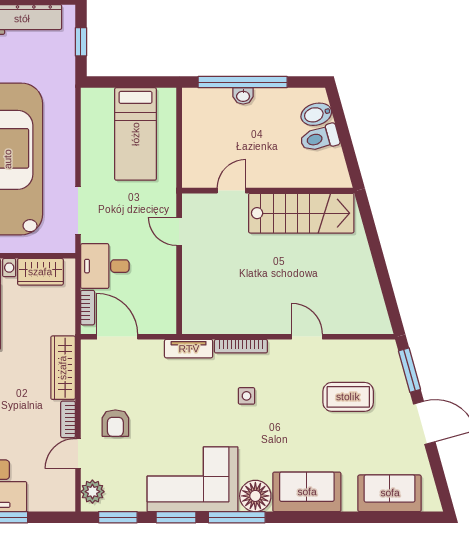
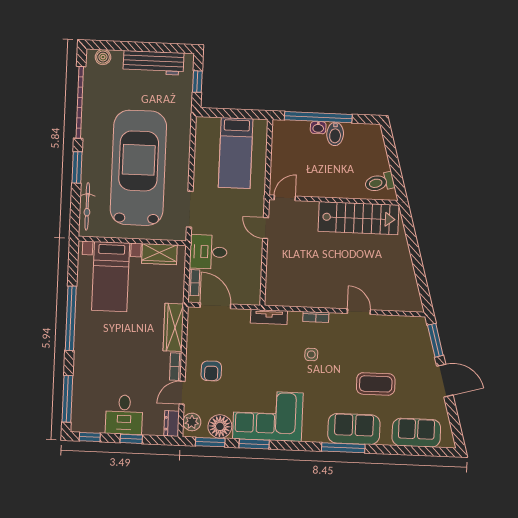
bidet: (316, 114) -> (335, 134), moved, turned -74
toilet: (320, 138) -> (380, 182), moved
door: (231, 191) -> (285, 198), moved
bookcase: (241, 346) -> (316, 317), width x0.64
coffee table: (348, 397) -> (376, 384), moved
dresser: (66, 495) -> (172, 423), added
floor lamp: (255, 496) -> (220, 426), moved
window: (237, 517) -> (343, 448), moved

